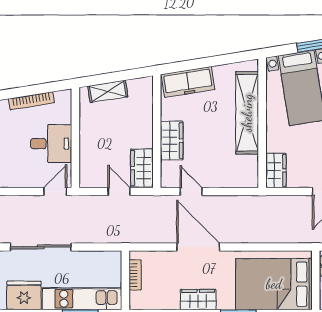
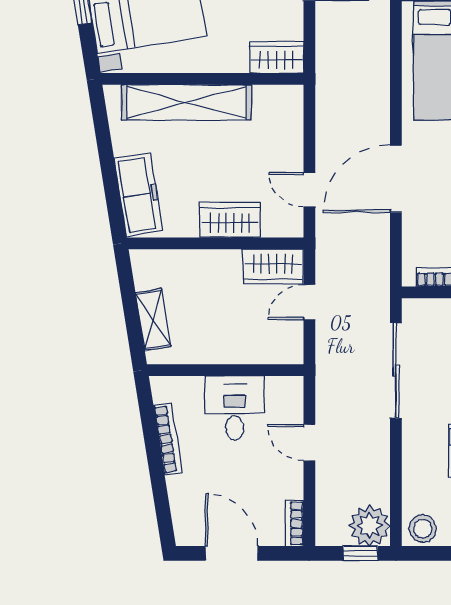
door: (55, 192) -> (309, 442), moved
door: (191, 192) -> (309, 190), hinge flipped
sliding door: (41, 247) -> (396, 370), moved

